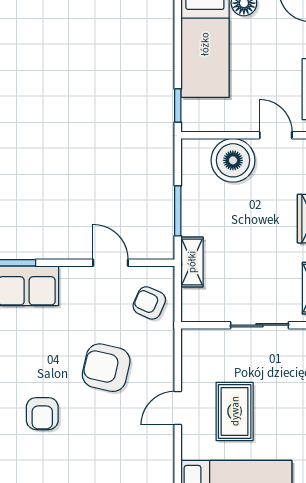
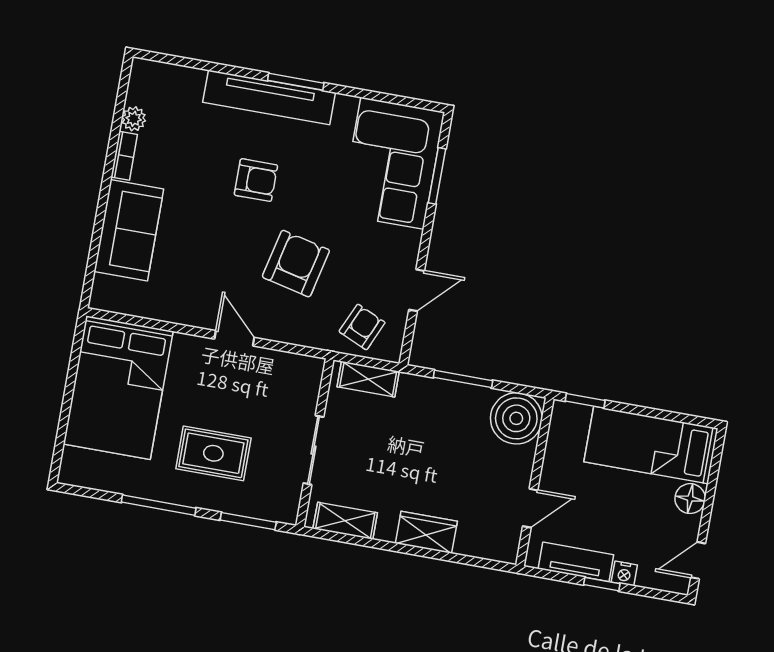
boiler: (233, 160) -> (516, 418), moved
shelving: (192, 262) -> (368, 379), moved
rug: (235, 411) -> (213, 453), moved
armchair: (42, 414) -> (256, 180), turned 180

